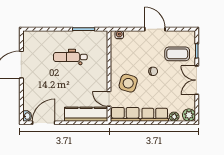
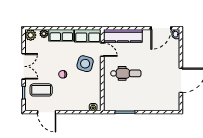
door: (155, 29) -> (47, 112), moved
dental chair: (70, 57) -> (126, 73), moved

